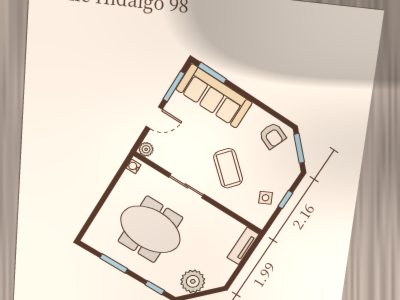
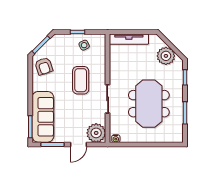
door: (154, 118) -> (78, 144), swing flipped
armchair: (273, 136) -> (44, 66), turned 139
plant: (146, 149) -> (96, 133), width x1.88, depth x1.88
coffee table: (228, 168) -> (81, 80), turned -41
tv unit: (243, 246) -> (129, 39), width x1.41

